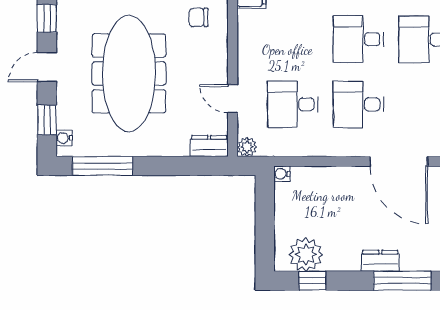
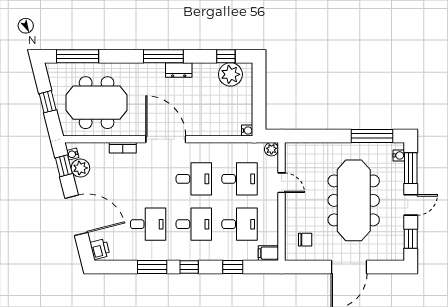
desk: (293, 39) -> (240, 224), added
window: (47, 120) -> (411, 168), width x1.50
dresser: (209, 146) -> (298, 150), removed

